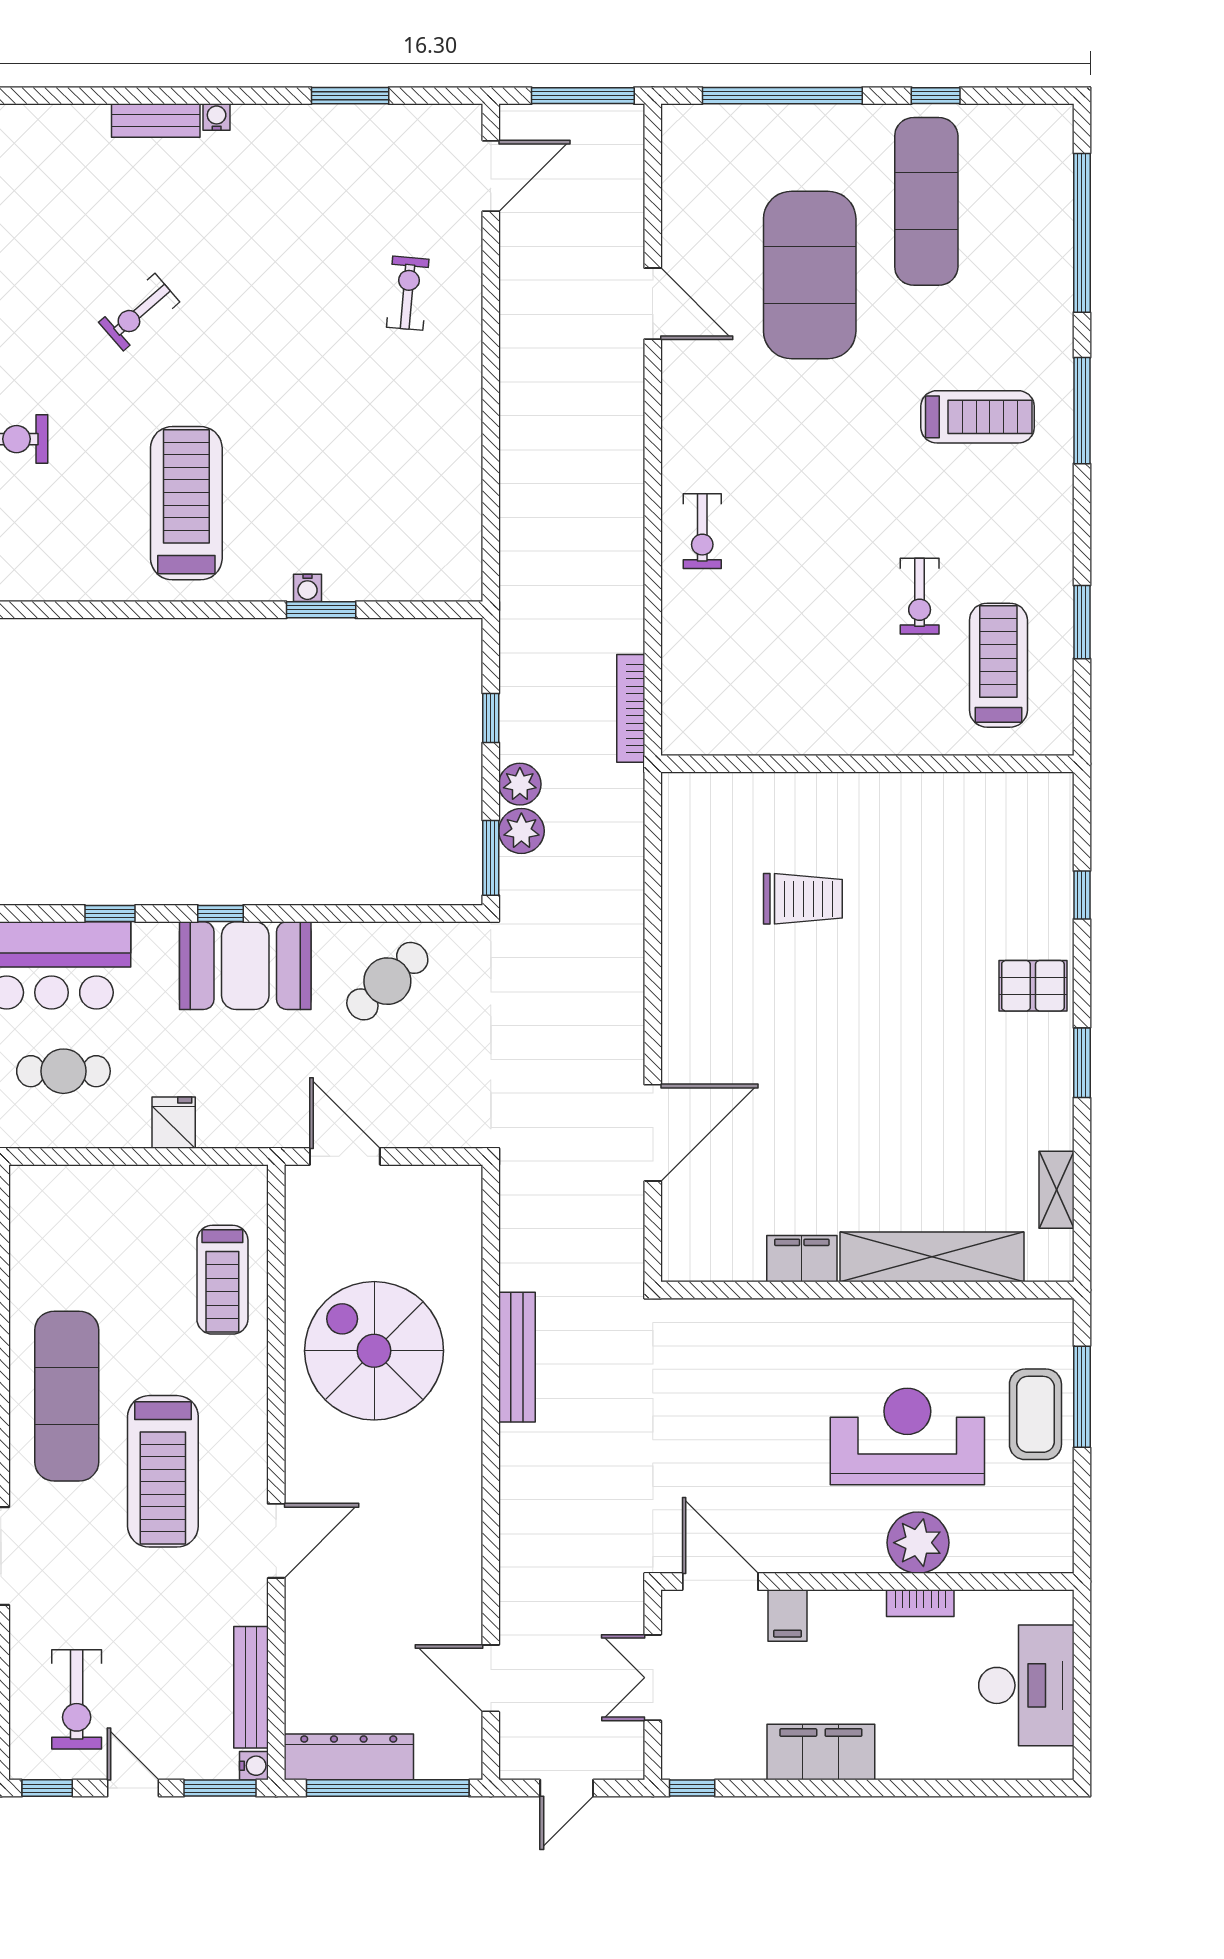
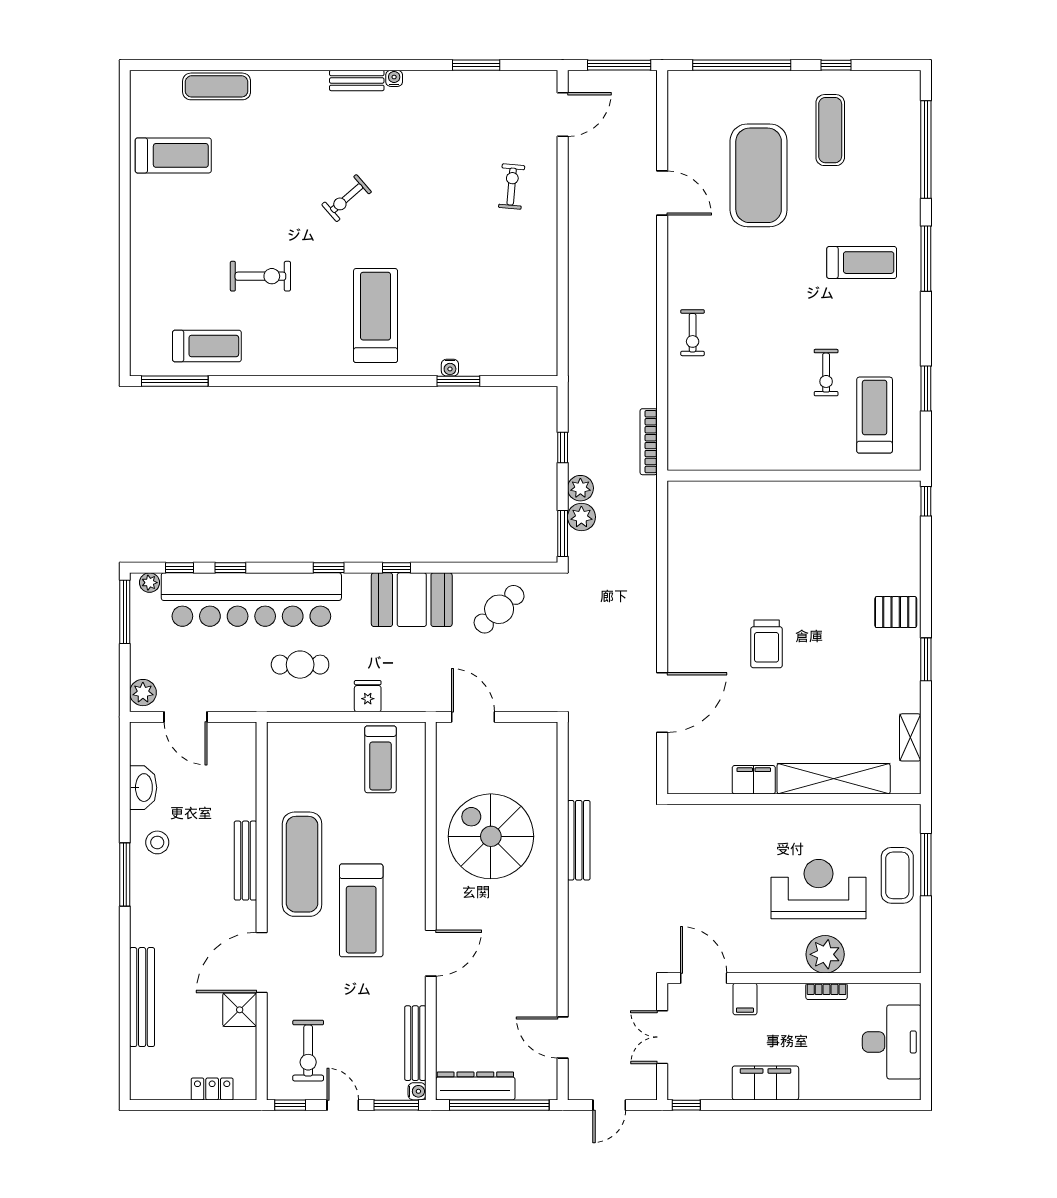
exercise mat: (926, 201) -> (830, 130), width x0.73, depth x0.69
window: (1082, 895) -> (926, 501), moved
trolley: (803, 899) -> (767, 644), moved, turned 90
treadmill: (222, 1280) -> (380, 759), moved

